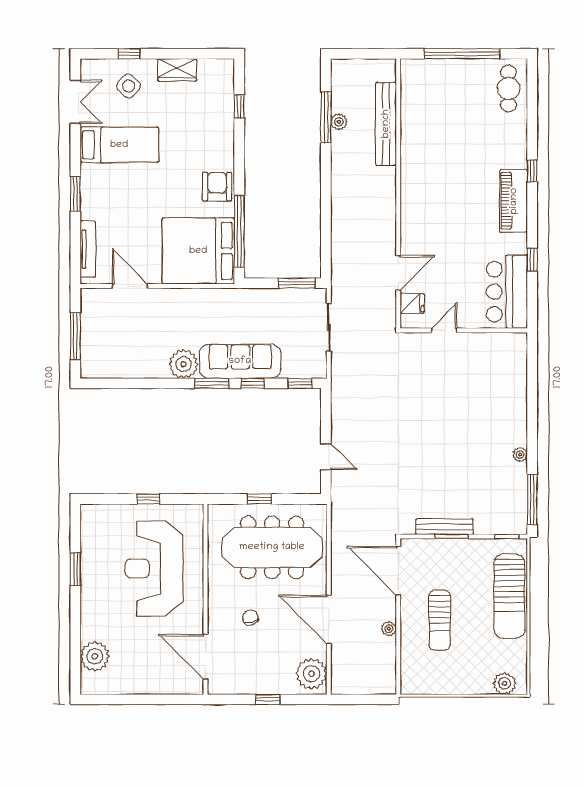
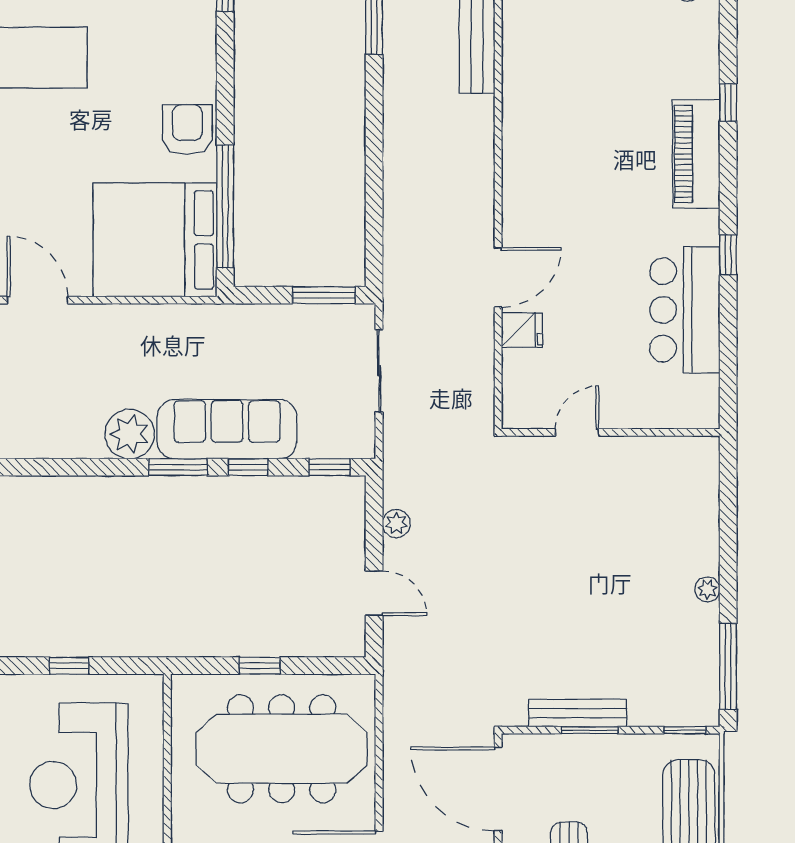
plant: (339, 122) -> (396, 524), moved
door: (444, 330) -> (577, 432), moved
wall: (464, 330) -> (611, 432), moved

